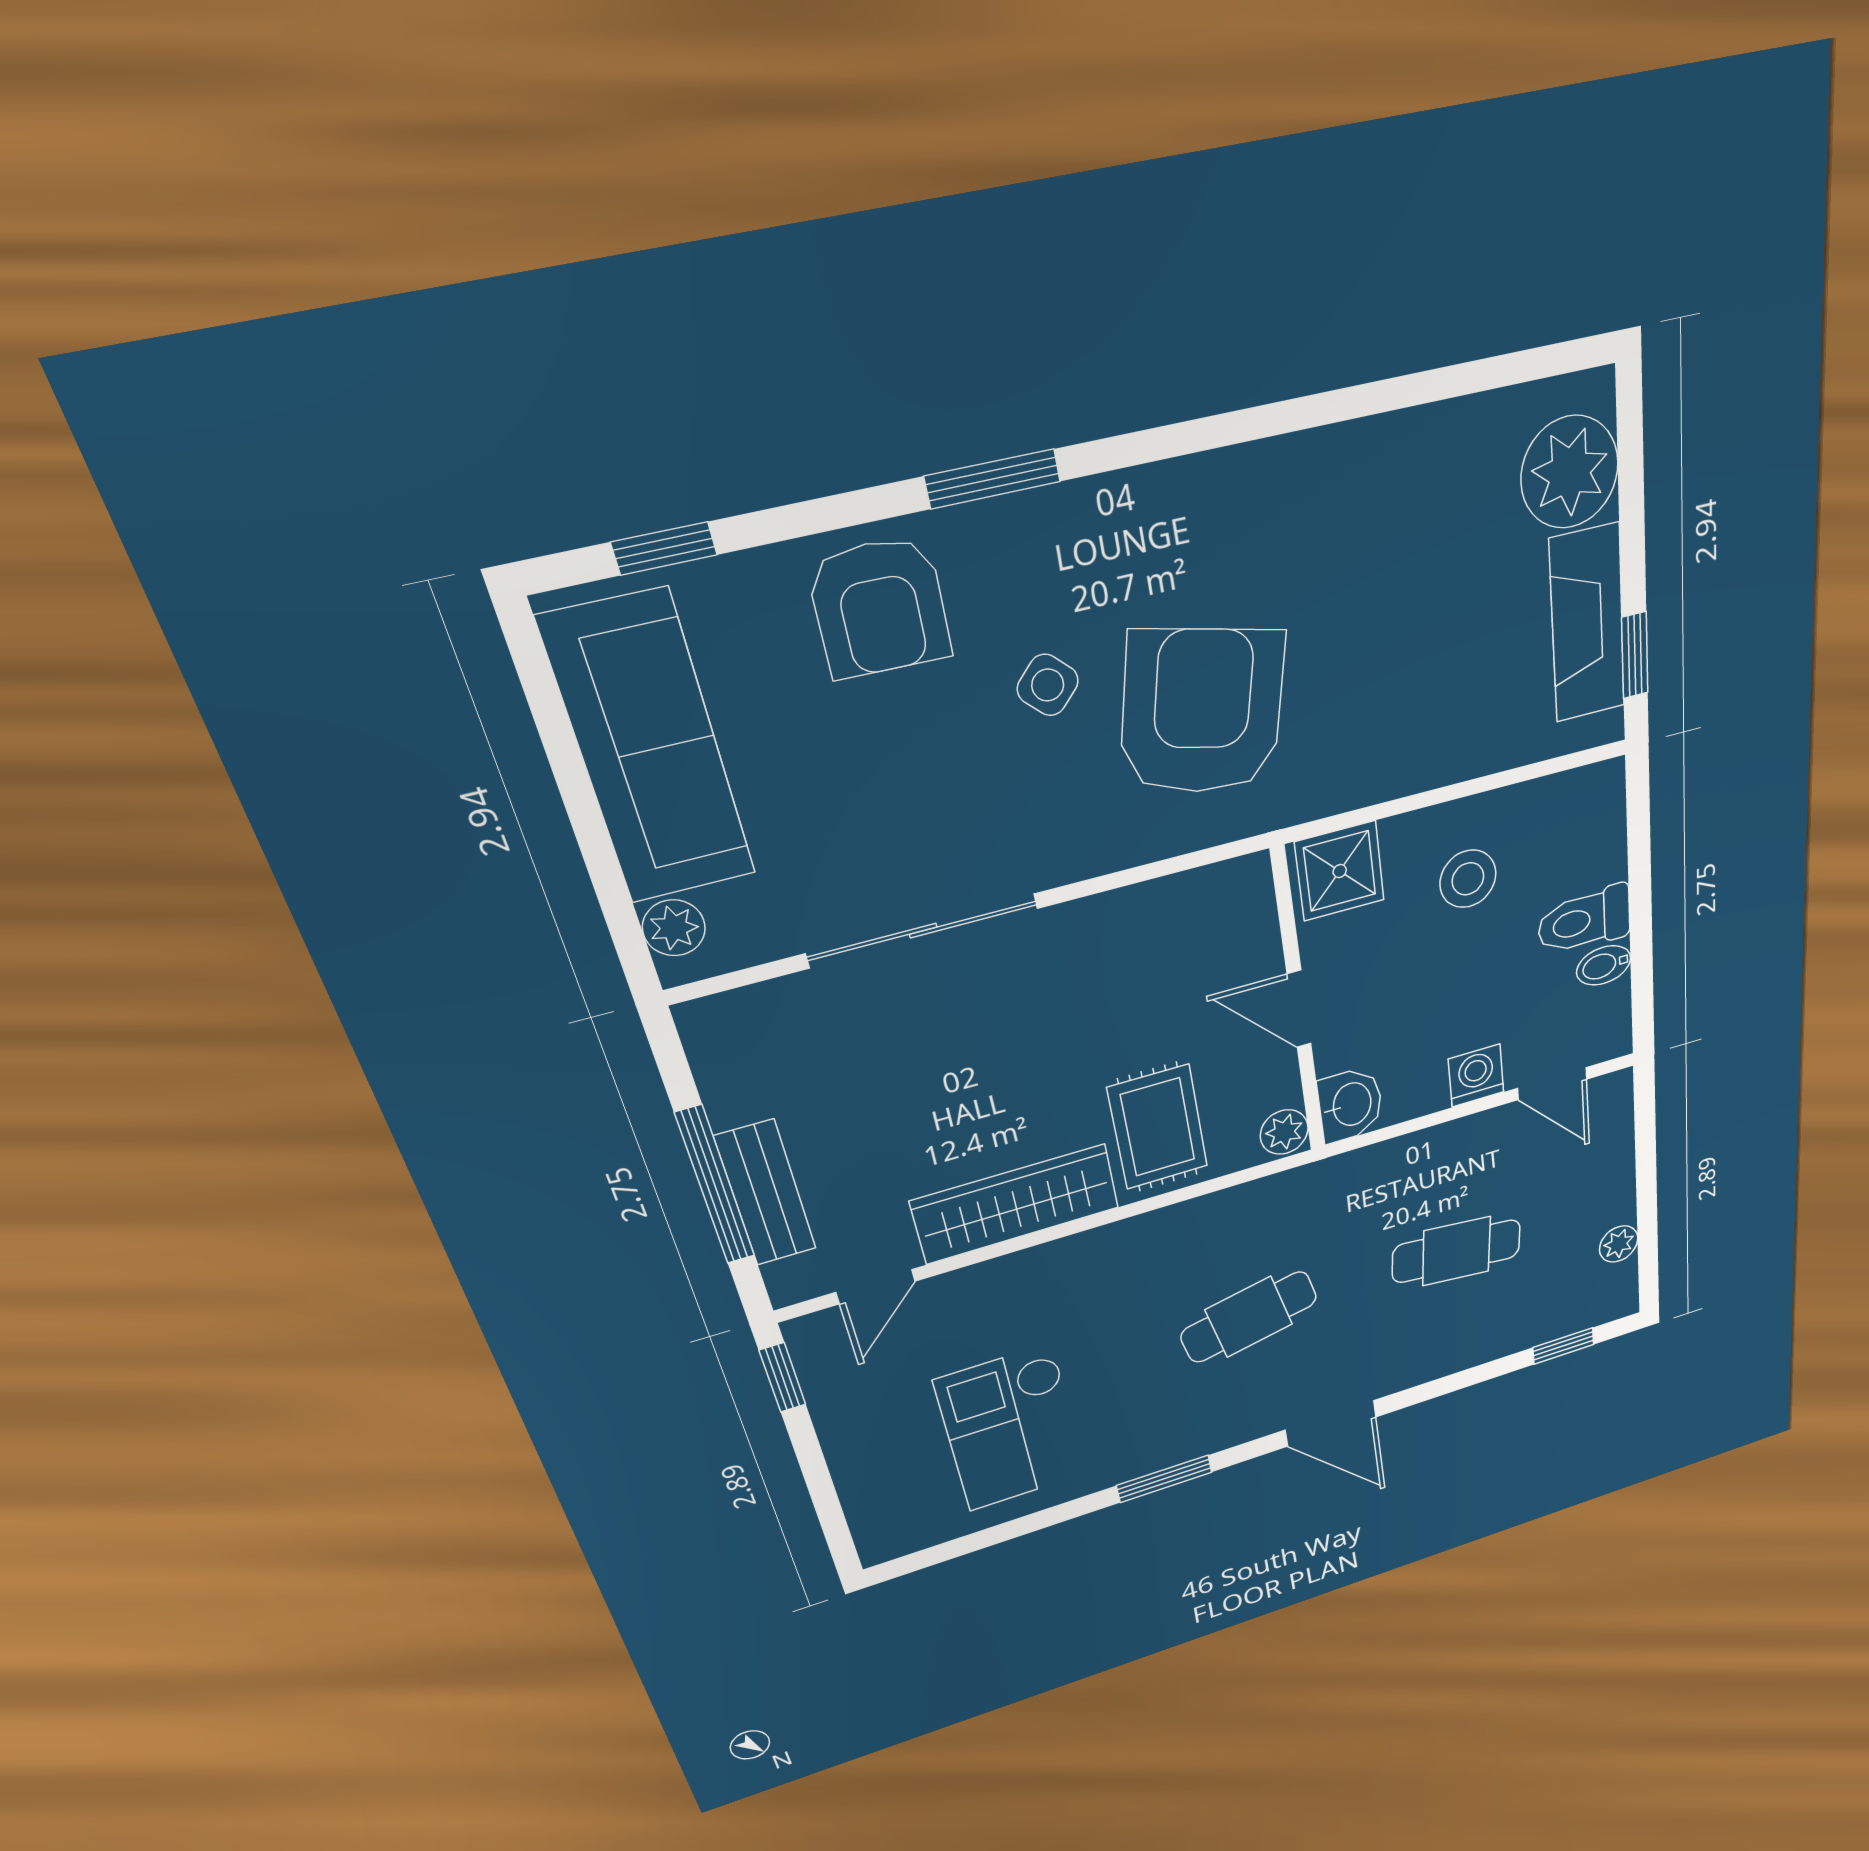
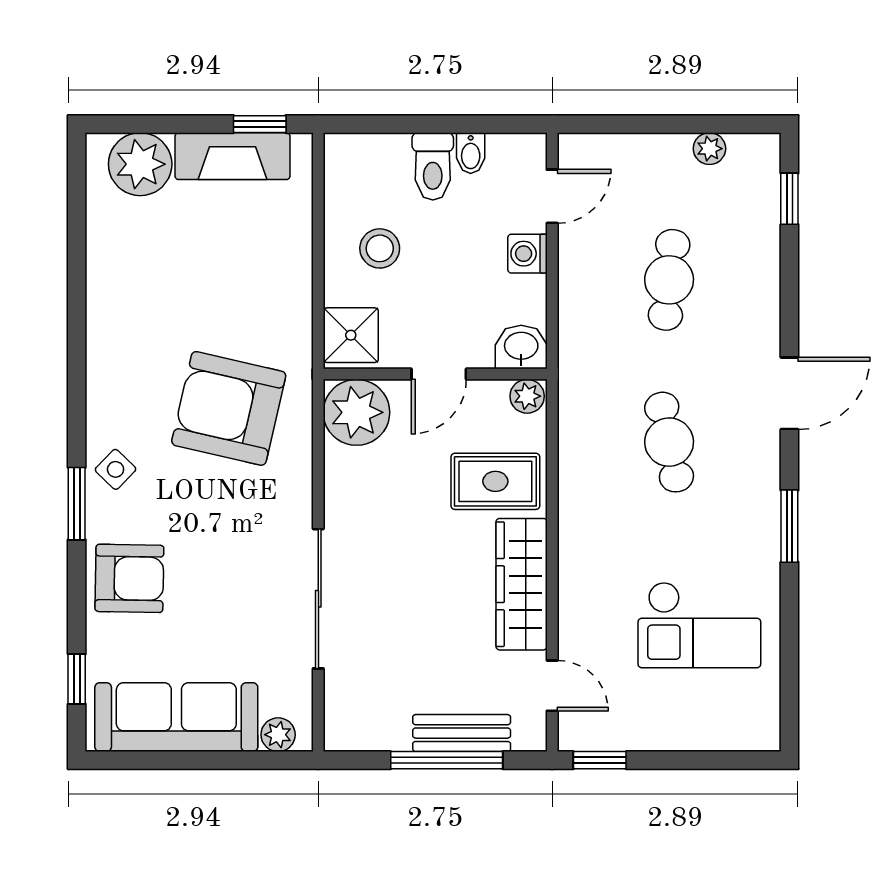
side table: (1048, 685) -> (116, 469), moved
plant: (1227, 910) -> (357, 412), added

